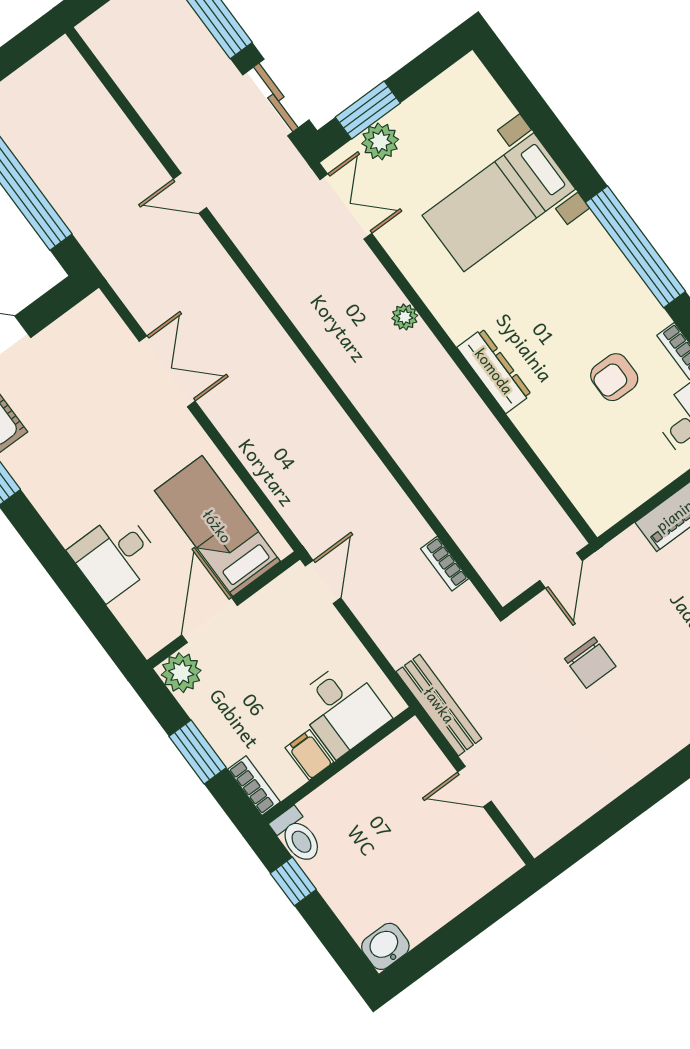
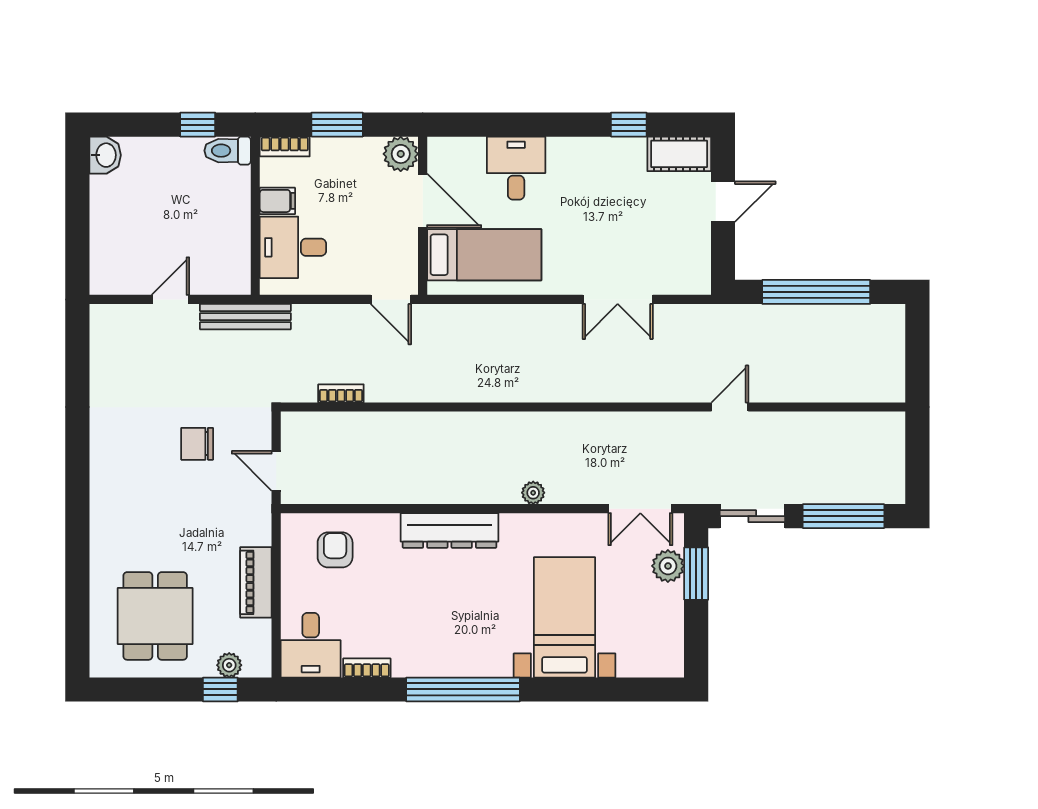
dresser: (494, 371) -> (450, 531), width x1.37, depth x1.24
armchair: (614, 377) -> (335, 550), moved

